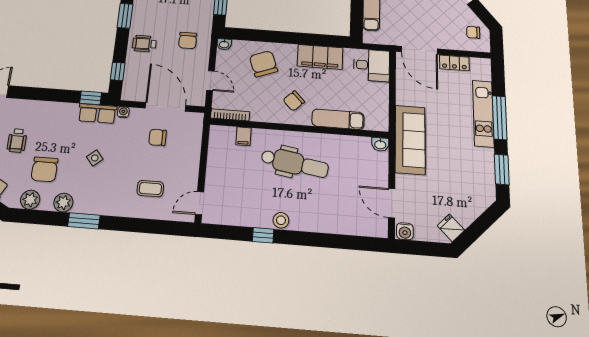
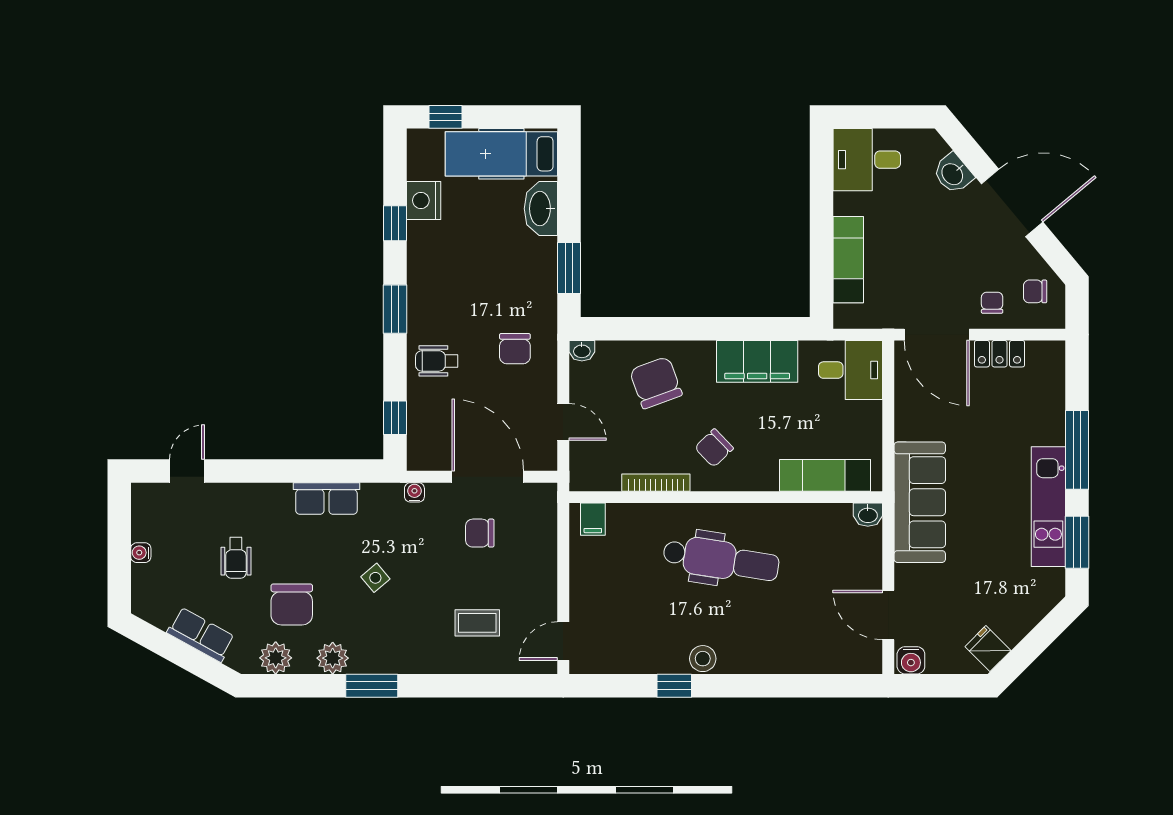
chair: (450, 36) -> (992, 303), added
window: (91, 98) -> (353, 471), removed
kitchen unit: (483, 113) -> (1048, 507), moved
row of seats: (97, 114) -> (326, 498), moved
bookcase: (230, 115) -> (656, 483), moved
exam couch: (338, 119) -> (825, 475), moved
filing cabinet: (243, 136) -> (593, 519), moved

